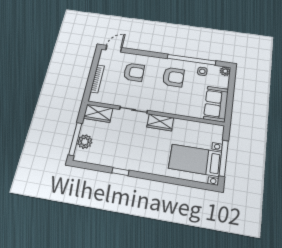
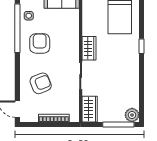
armchair: (134, 72) -> (41, 83), turned 68
plant: (85, 142) -> (132, 115), moved
window: (120, 172) -> (141, 46), moved

